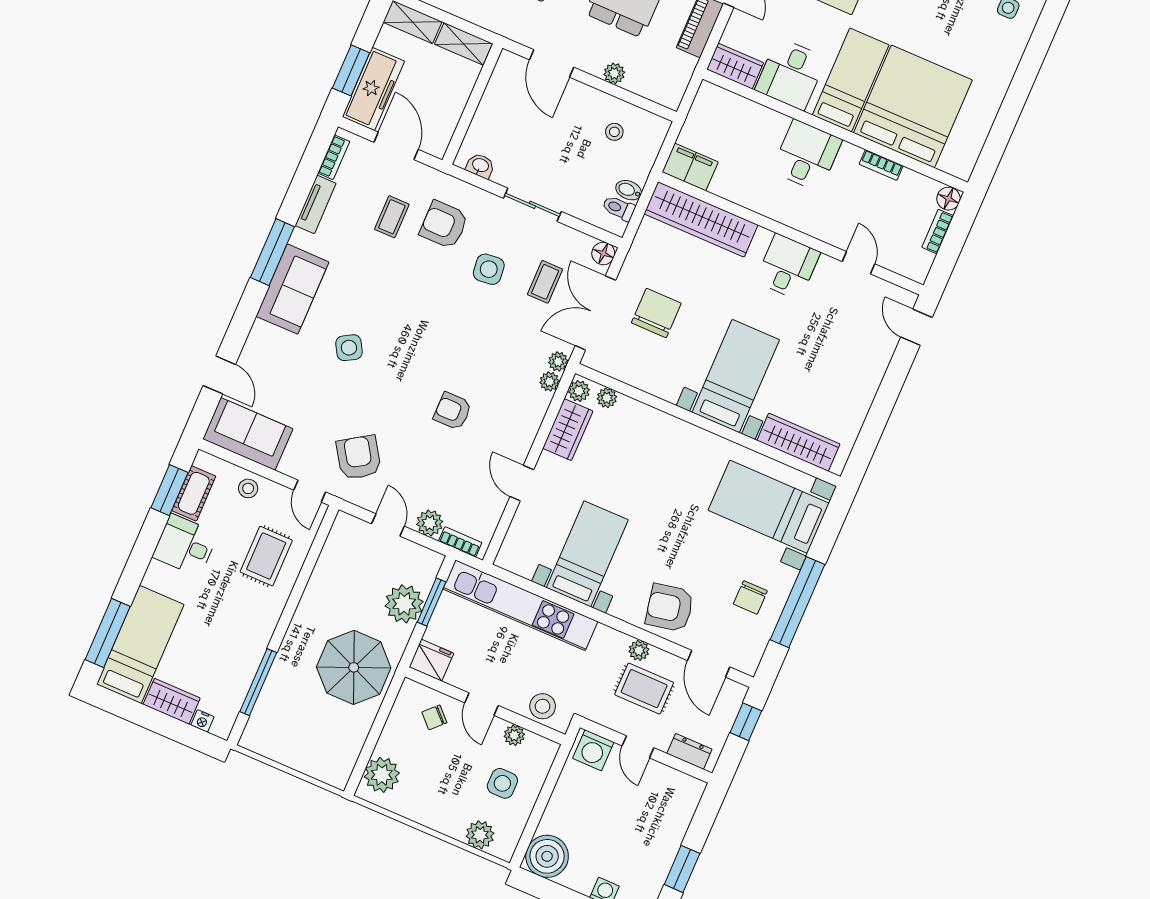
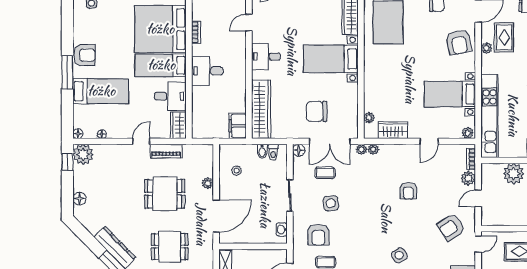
door: (552, 63) -> (216, 216), width x1.36
plant: (579, 391) -> (468, 133), moved
window: (432, 602) -> (507, 160), removed

